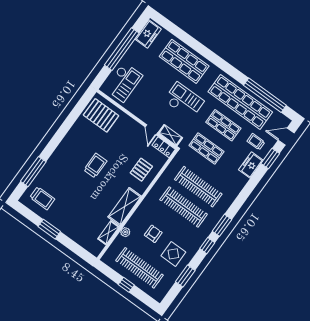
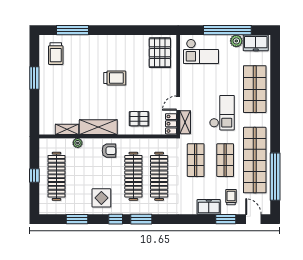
plant: (135, 48) -> (236, 41), added
armchair: (153, 234) -> (109, 151), moved
display table: (173, 254) -> (101, 198), moved

